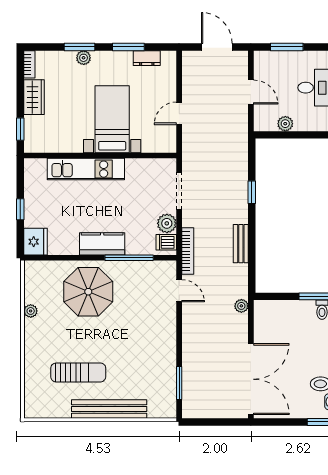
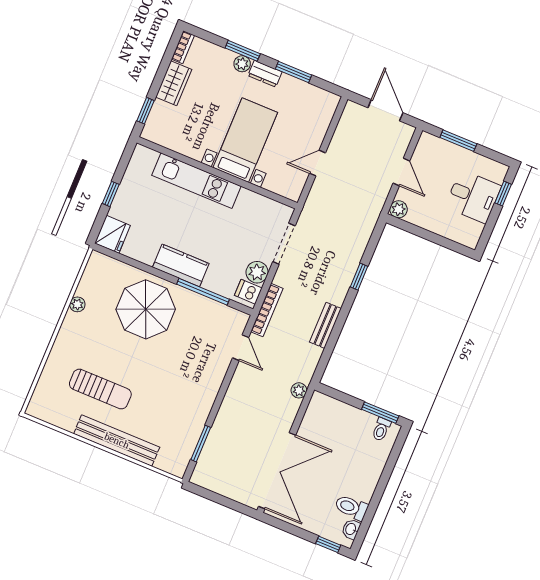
dresser: (147, 58) -> (265, 74), moved
plant: (285, 124) -> (399, 209), moved

